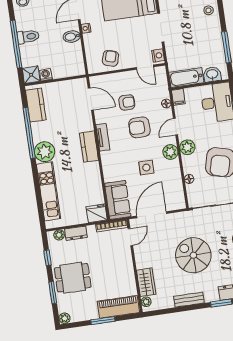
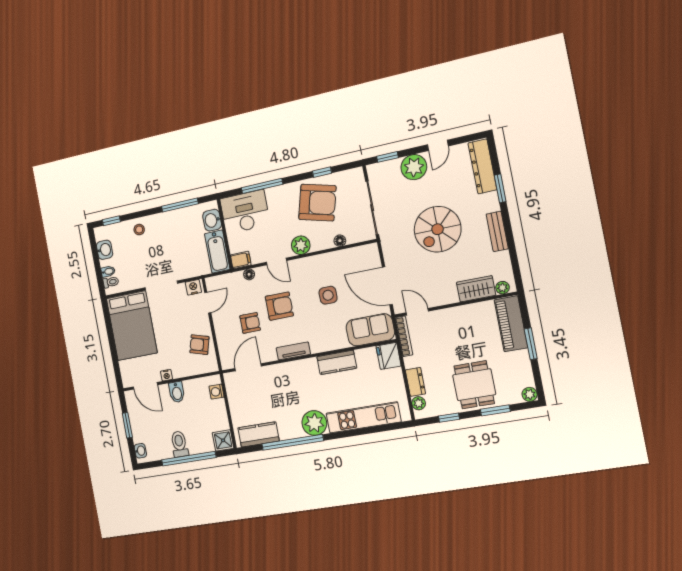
washing machine: (46, 75) -> (217, 392), moved
armchair: (127, 102) -> (250, 323), turned 90
armchair: (139, 127) -> (279, 306), turned -90
kitchen counter: (89, 147) -> (337, 362), moved
plant: (170, 152) -> (307, 266), removed

